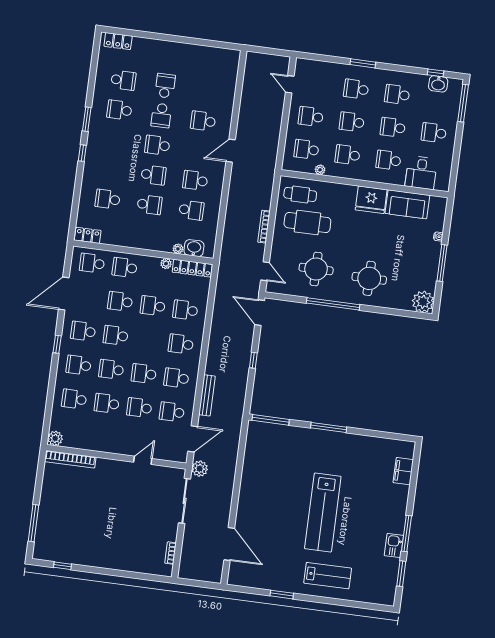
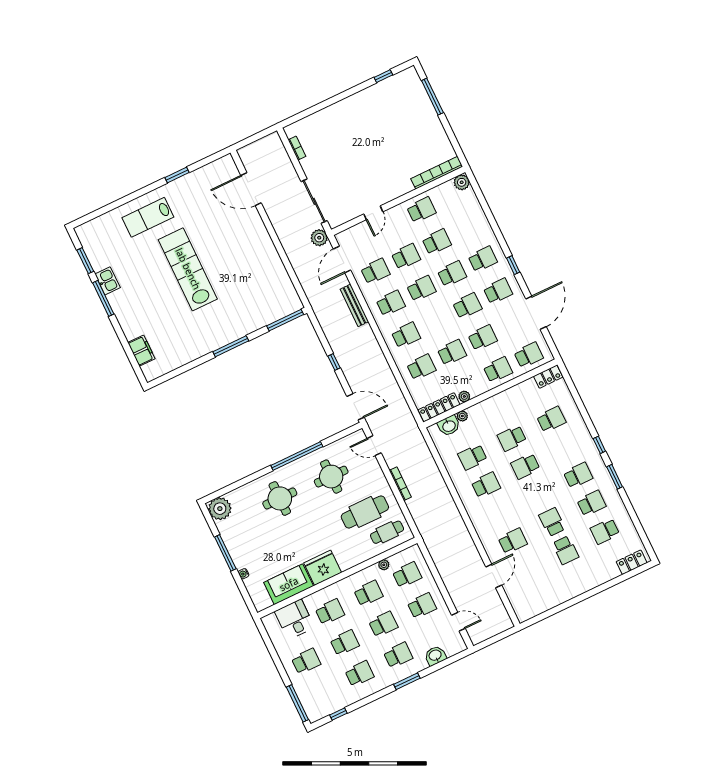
washbasin: (438, 84) -> (435, 656), moved
school desk: (157, 145) -> (578, 475), moved
door: (231, 151) -> (494, 576), moved
school desk: (74, 399) -> (421, 210), moved

